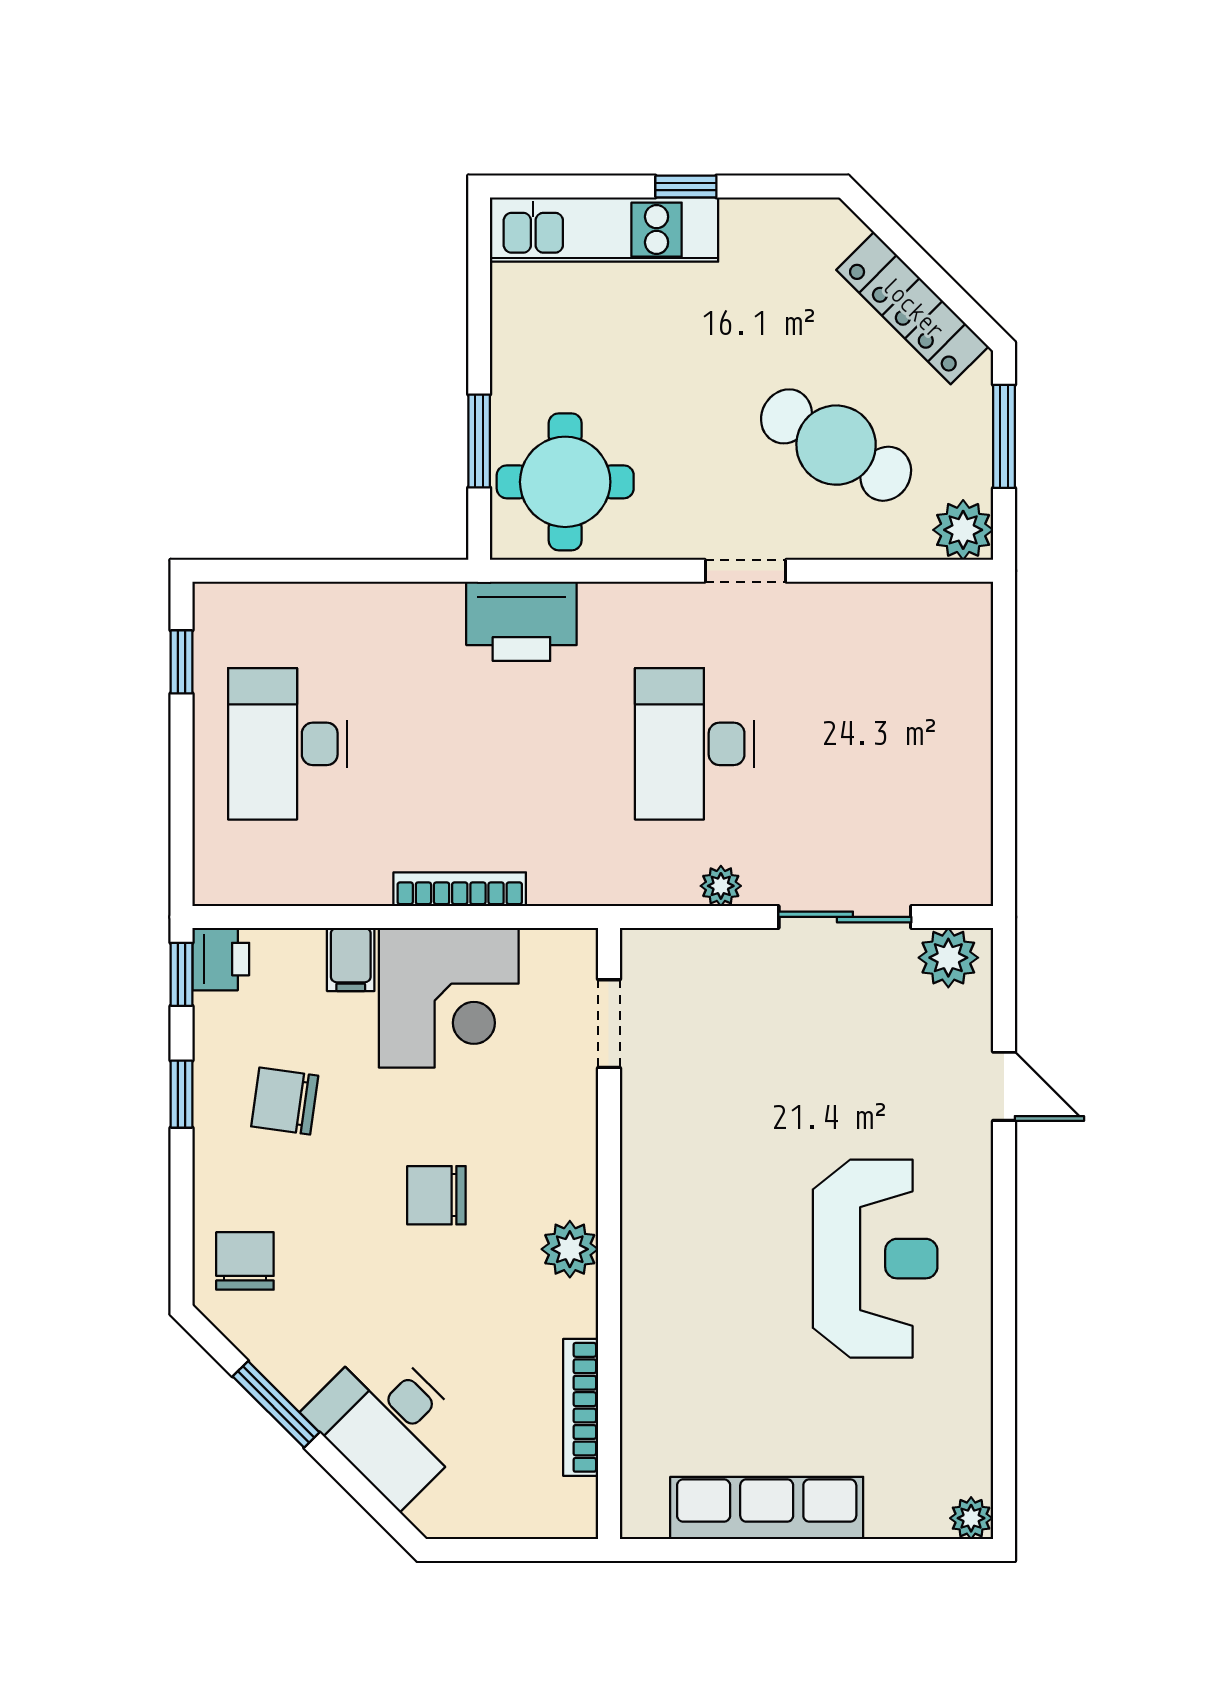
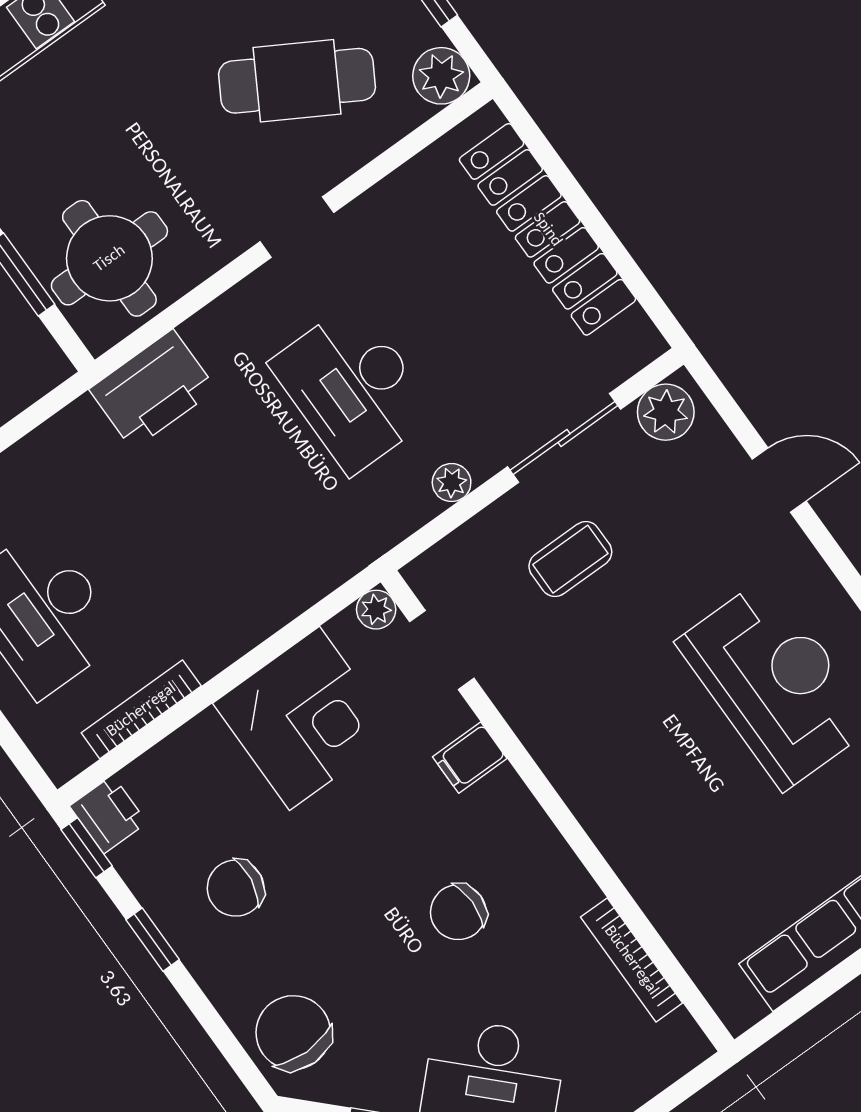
locker: (960, 728) -> (548, 229), added
bookcase: (460, 889) -> (141, 709), moved
filing cabinet: (351, 959) -> (470, 758), moved, turned 90
coffee table: (776, 1025) -> (570, 559), added
chair: (436, 1195) -> (458, 912), moved
plant: (570, 1249) -> (376, 610), moved, width x0.73, depth x0.73
chair: (245, 1261) -> (293, 1033), width x1.37, depth x1.37

